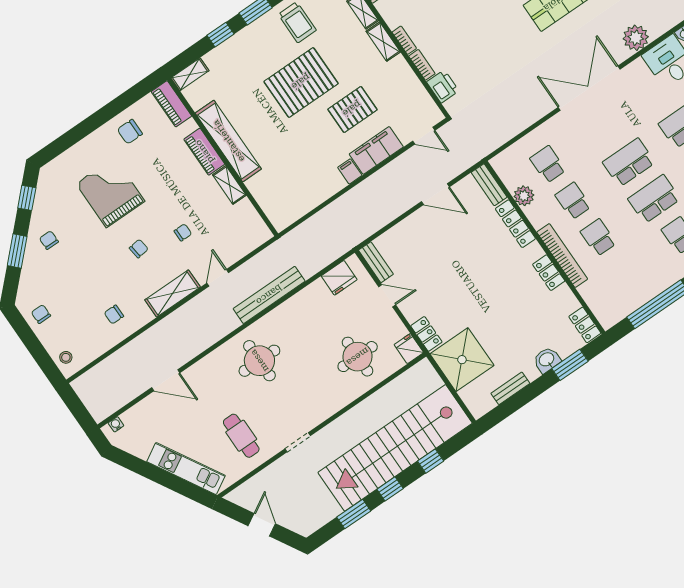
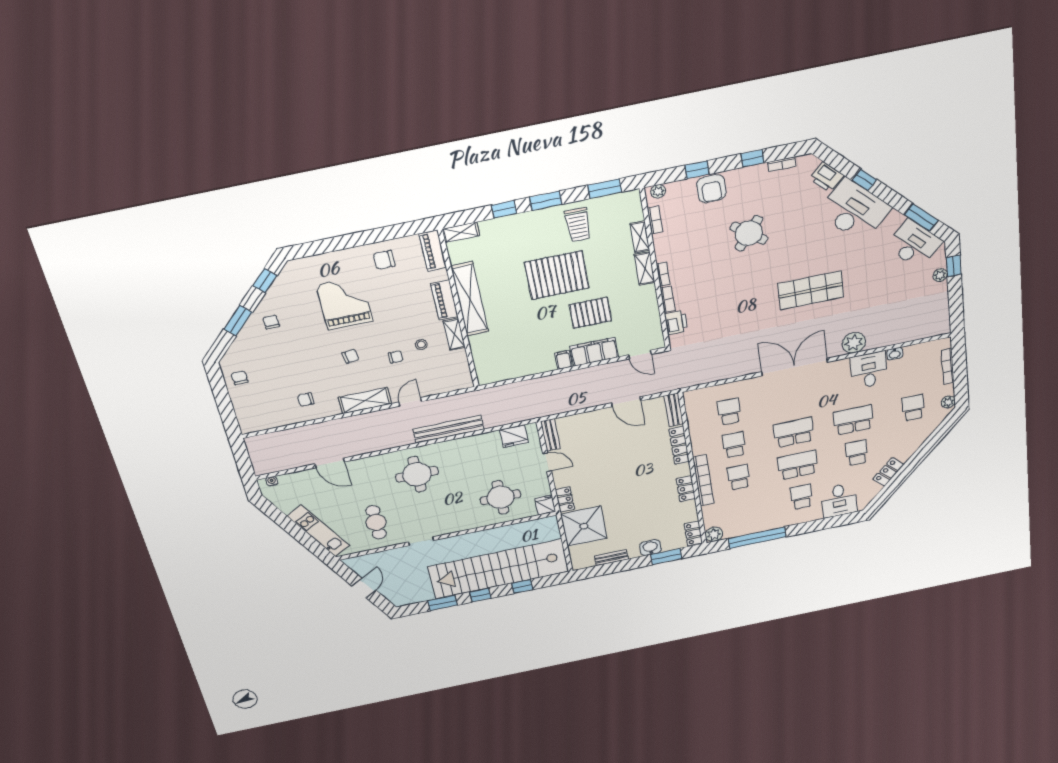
plant: (524, 196) -> (714, 534), moved
stool: (66, 357) -> (421, 345), moved

